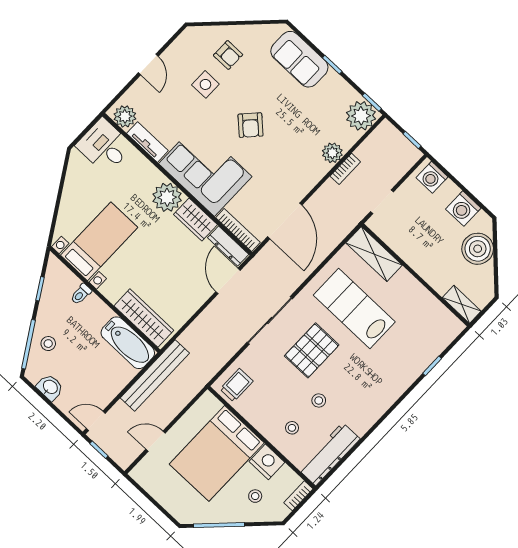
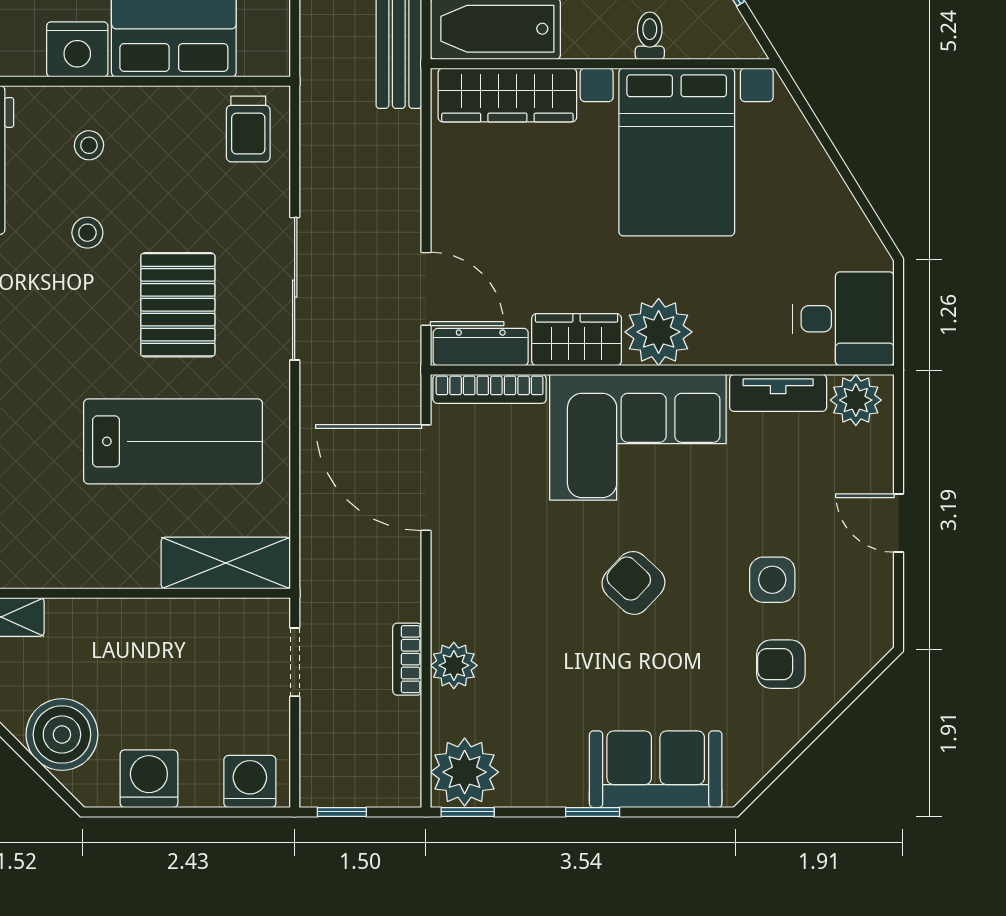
bed with nightstands: (99, 241) -> (677, 152), width x1.36

